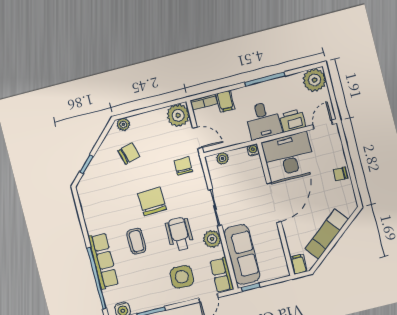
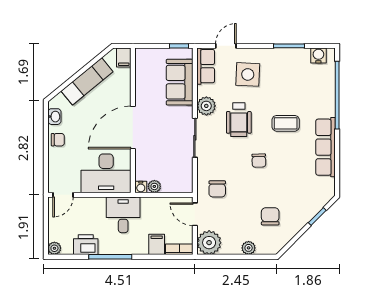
plant: (314, 80) -> (54, 248), width x0.53, depth x0.53
printer: (292, 121) -> (86, 245), moved, turned 180
plant: (123, 124) -> (249, 248), moved
chair: (129, 153) -> (270, 216), turned 106
plant: (222, 158) -> (154, 186), moved
washbasin: (349, 194) -> (54, 117), added
chair: (152, 201) -> (259, 161), width x0.54, depth x0.54
coffee table: (136, 241) -> (286, 123), turned 90
sofa: (242, 254) -> (180, 82), width x0.73
row of seats: (103, 261) -> (326, 147), moved

